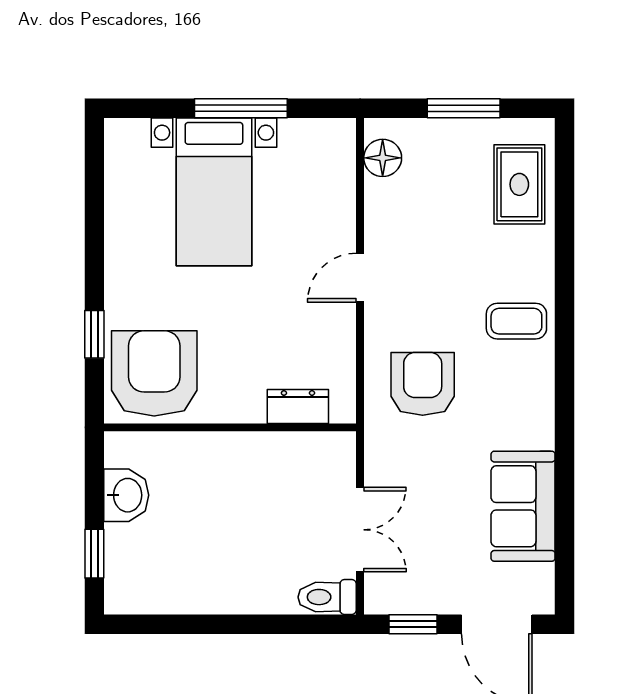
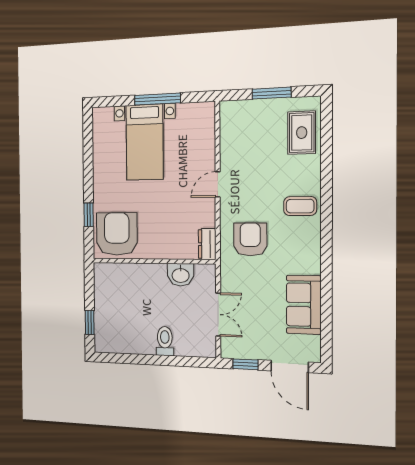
floor lamp: (383, 158) -> (229, 121), removed
dresser: (298, 406) -> (207, 244), moved, turned -90
washbasin: (126, 495) -> (181, 275), moved, turned 90
toilet: (327, 597) -> (165, 341), moved, turned 90

